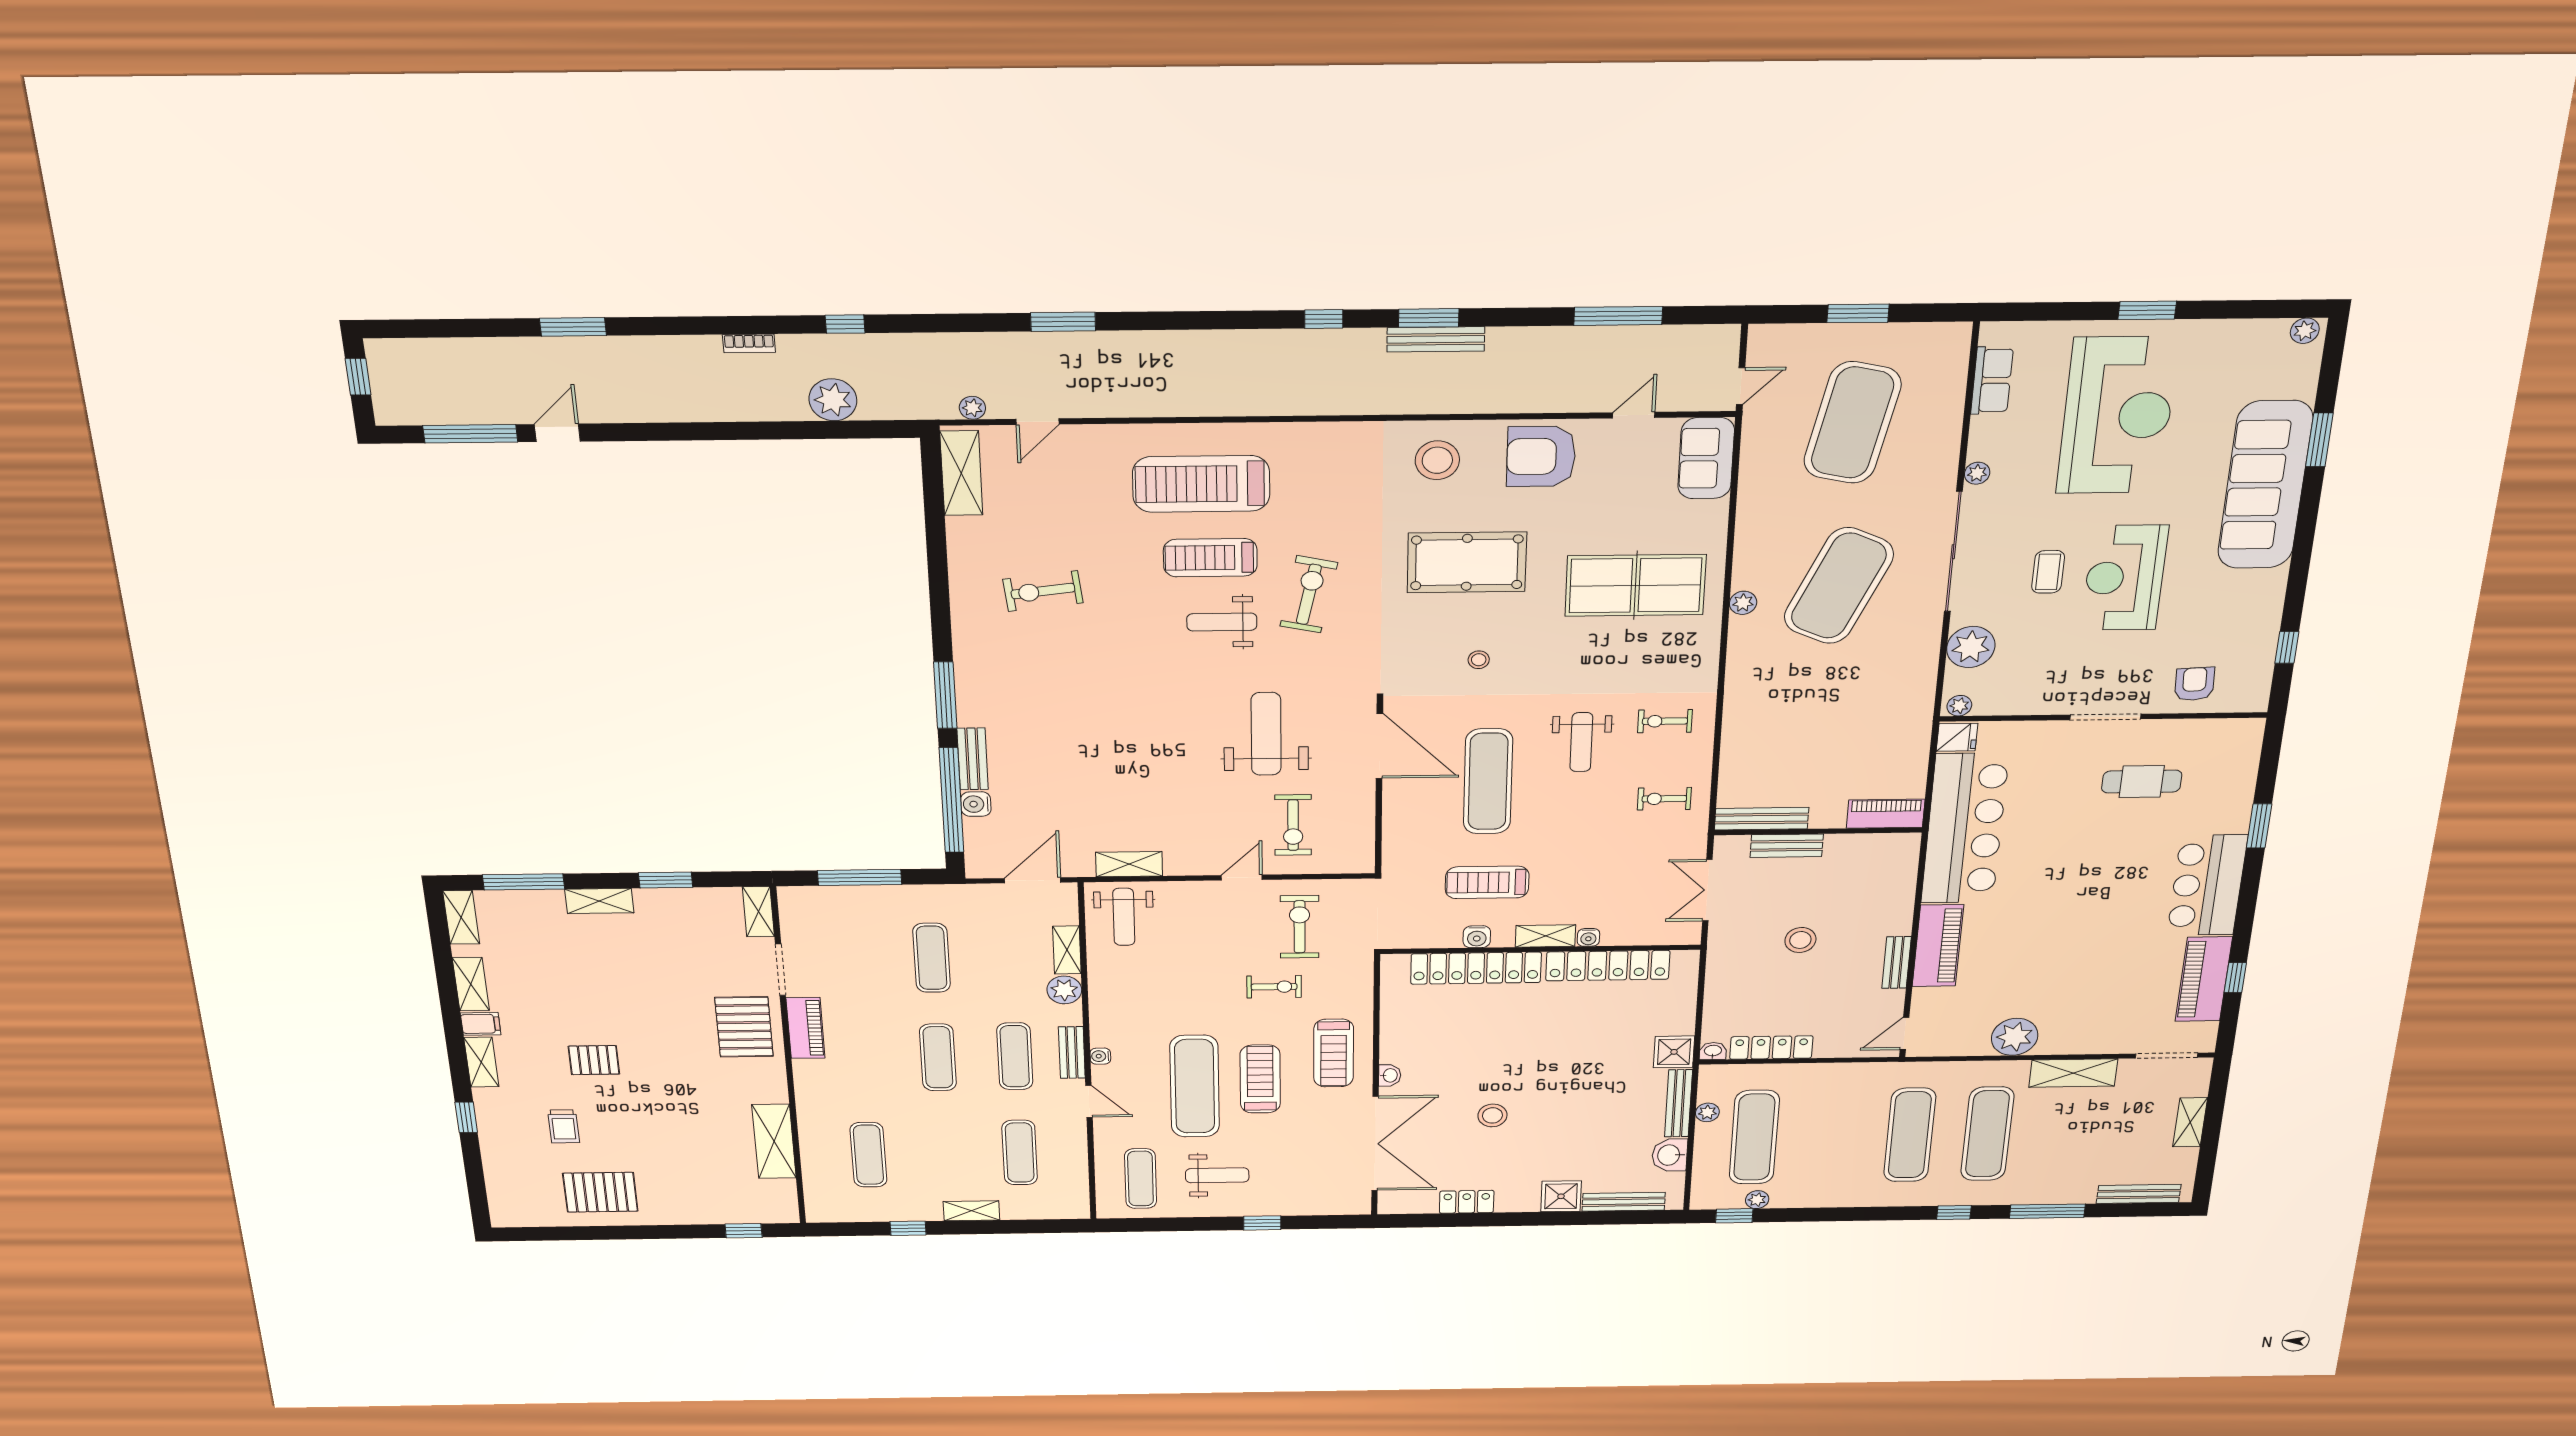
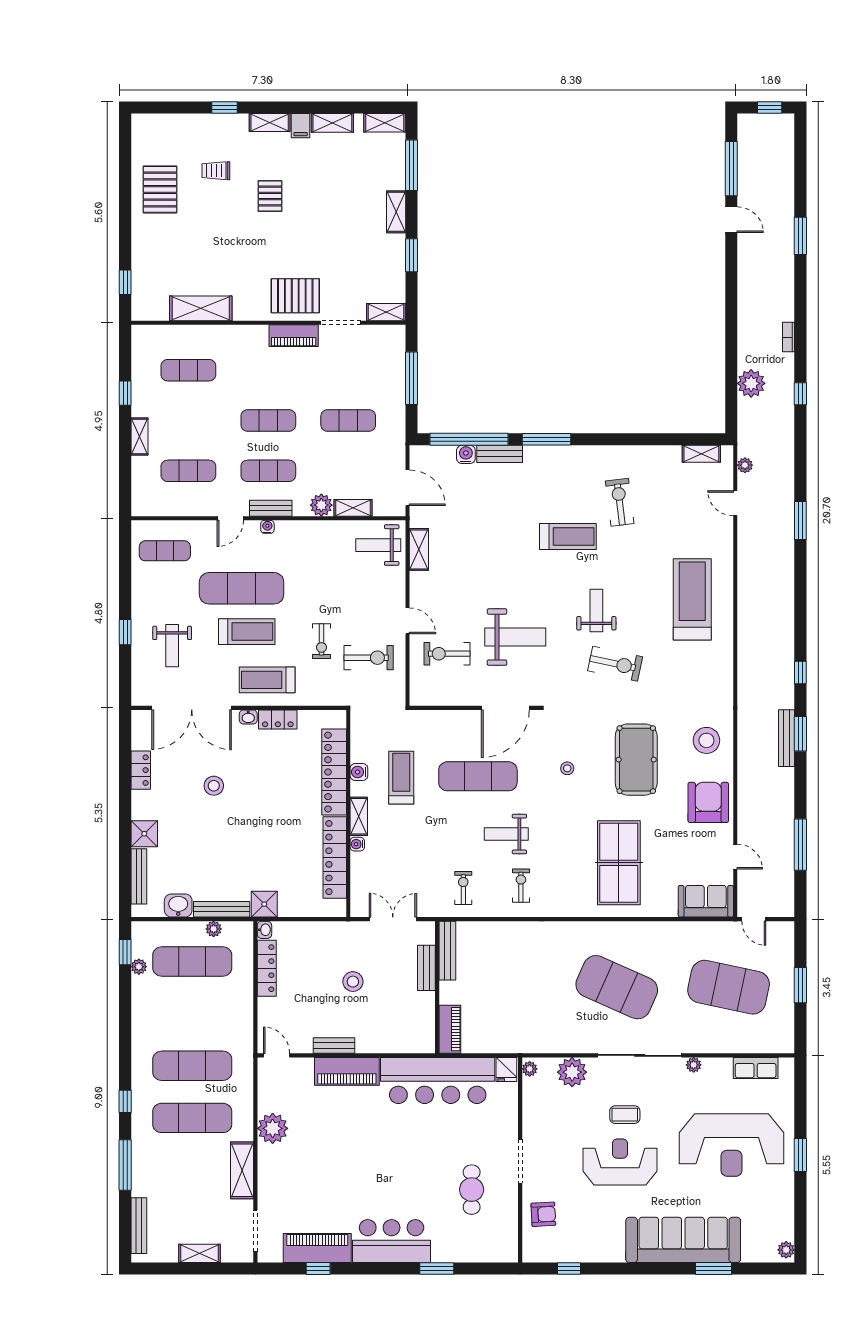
shelving: (961, 473) -> (701, 454), width x0.67, depth x0.75
treadmill: (1210, 558) -> (568, 536), moved, turned 90
plant: (1743, 603) -> (606, 929), removed
locker: (1394, 1039) -> (278, 719), added
weight bench: (1217, 1175) -> (172, 646), moved

